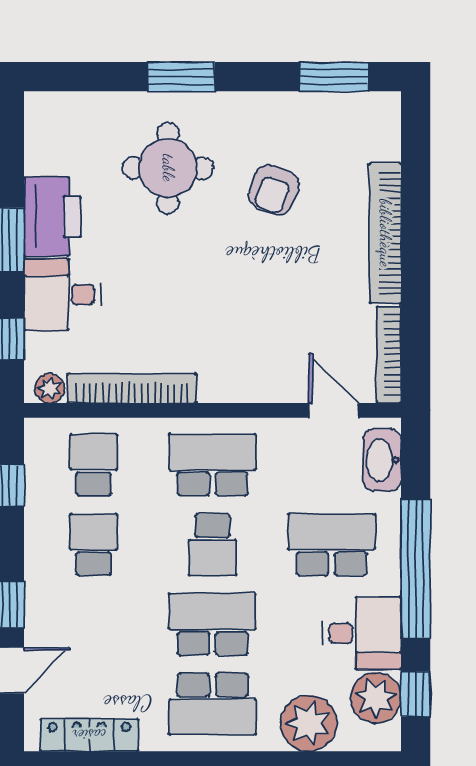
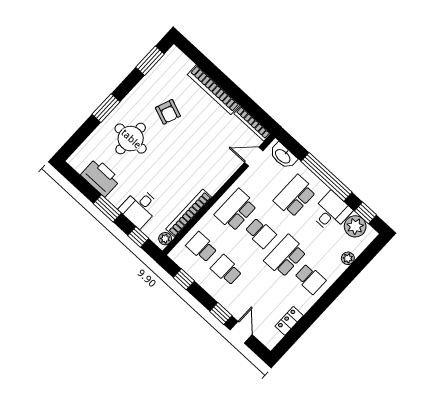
printer: (52, 217) -> (101, 177), moved
school desk: (213, 704) -> (310, 279), width x0.54
plant: (309, 723) -> (348, 258), width x0.53, depth x0.53
locker: (89, 735) -> (289, 321), width x0.66

